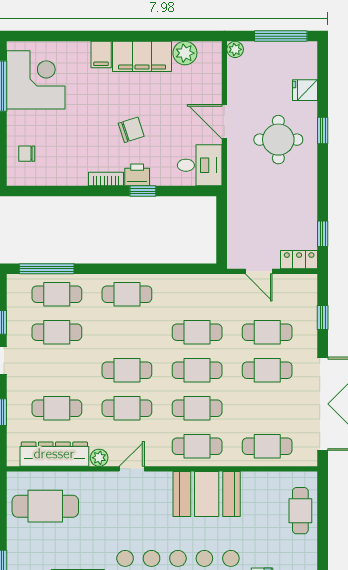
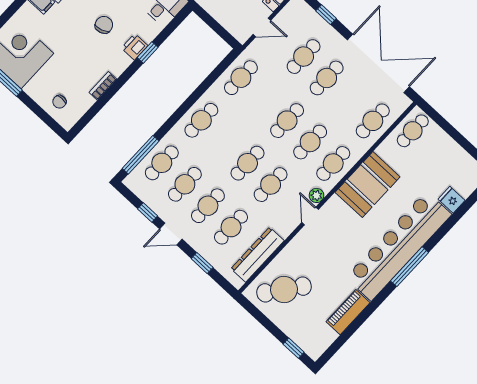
bookcase: (106, 179) -> (103, 86), moved
cafe table: (197, 332) -> (241, 78), moved
cafe table: (57, 370) -> (208, 206), added
plant: (99, 458) -> (316, 195), moved
cafe table: (45, 506) -> (284, 289), turned 37
cafe table: (300, 511) -> (413, 131), moved, turned 90

